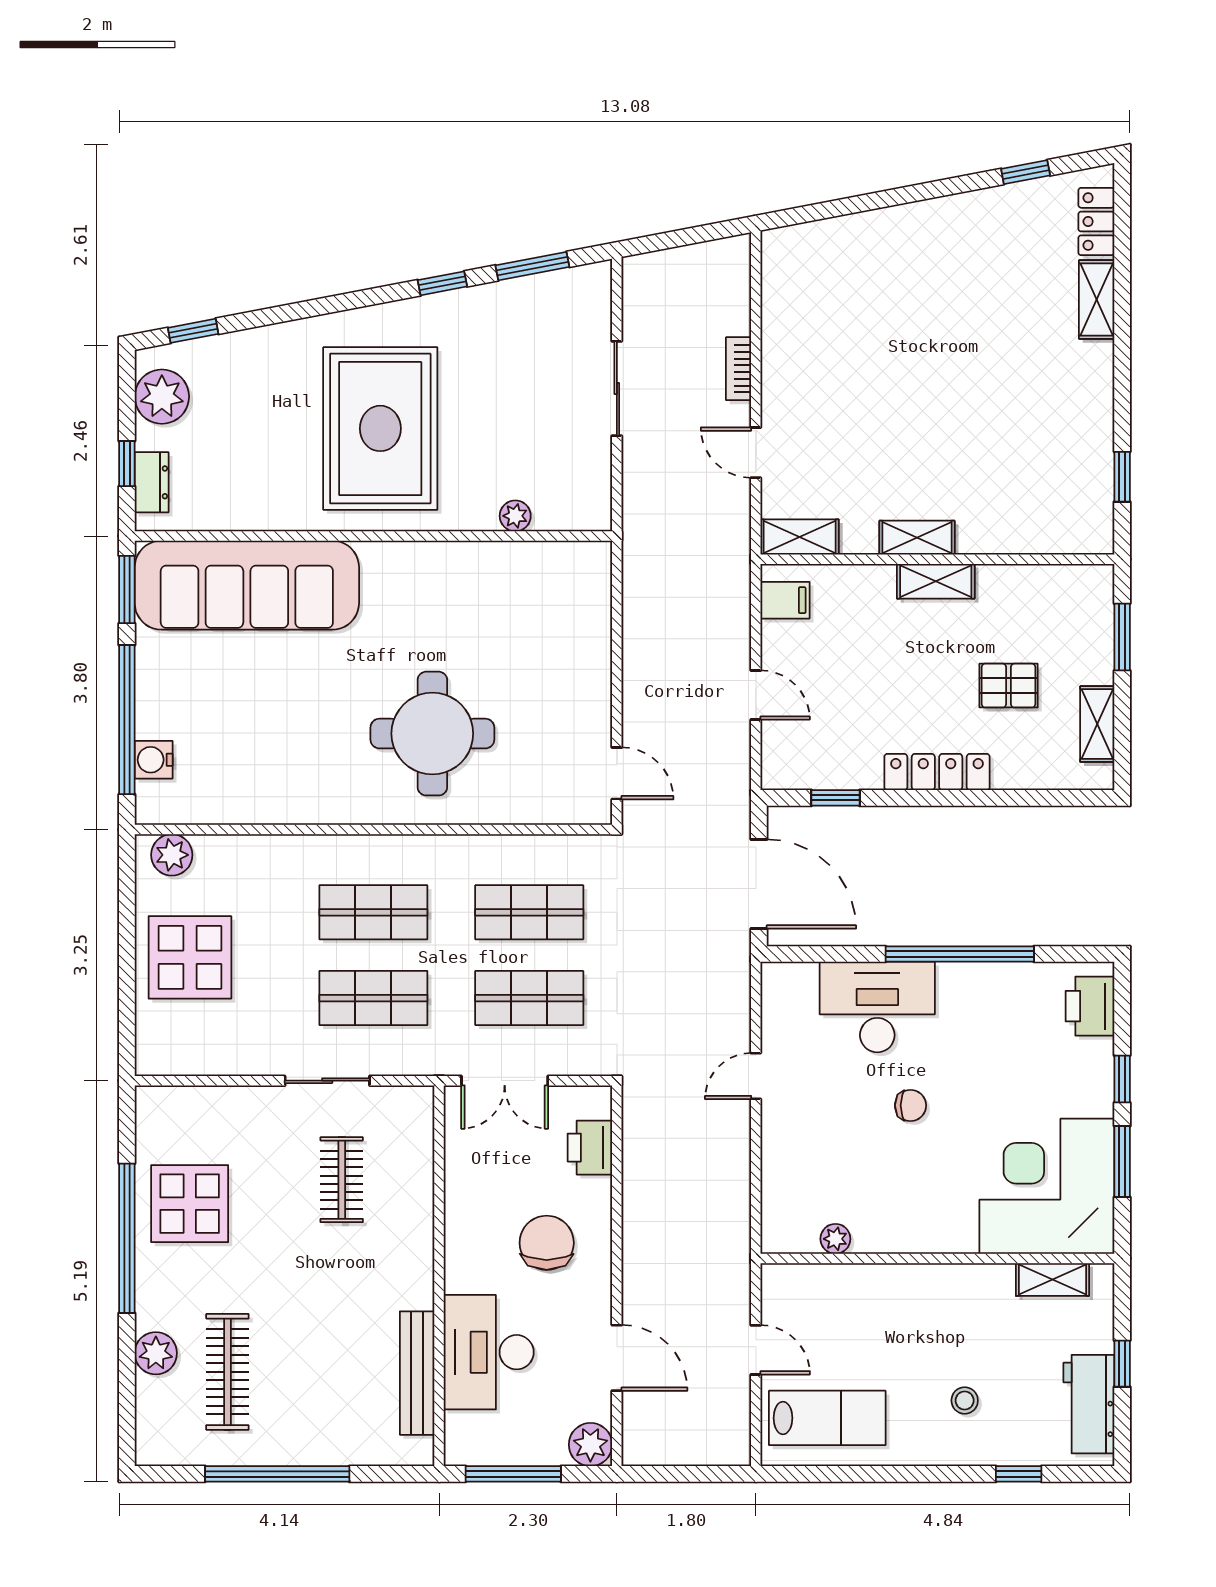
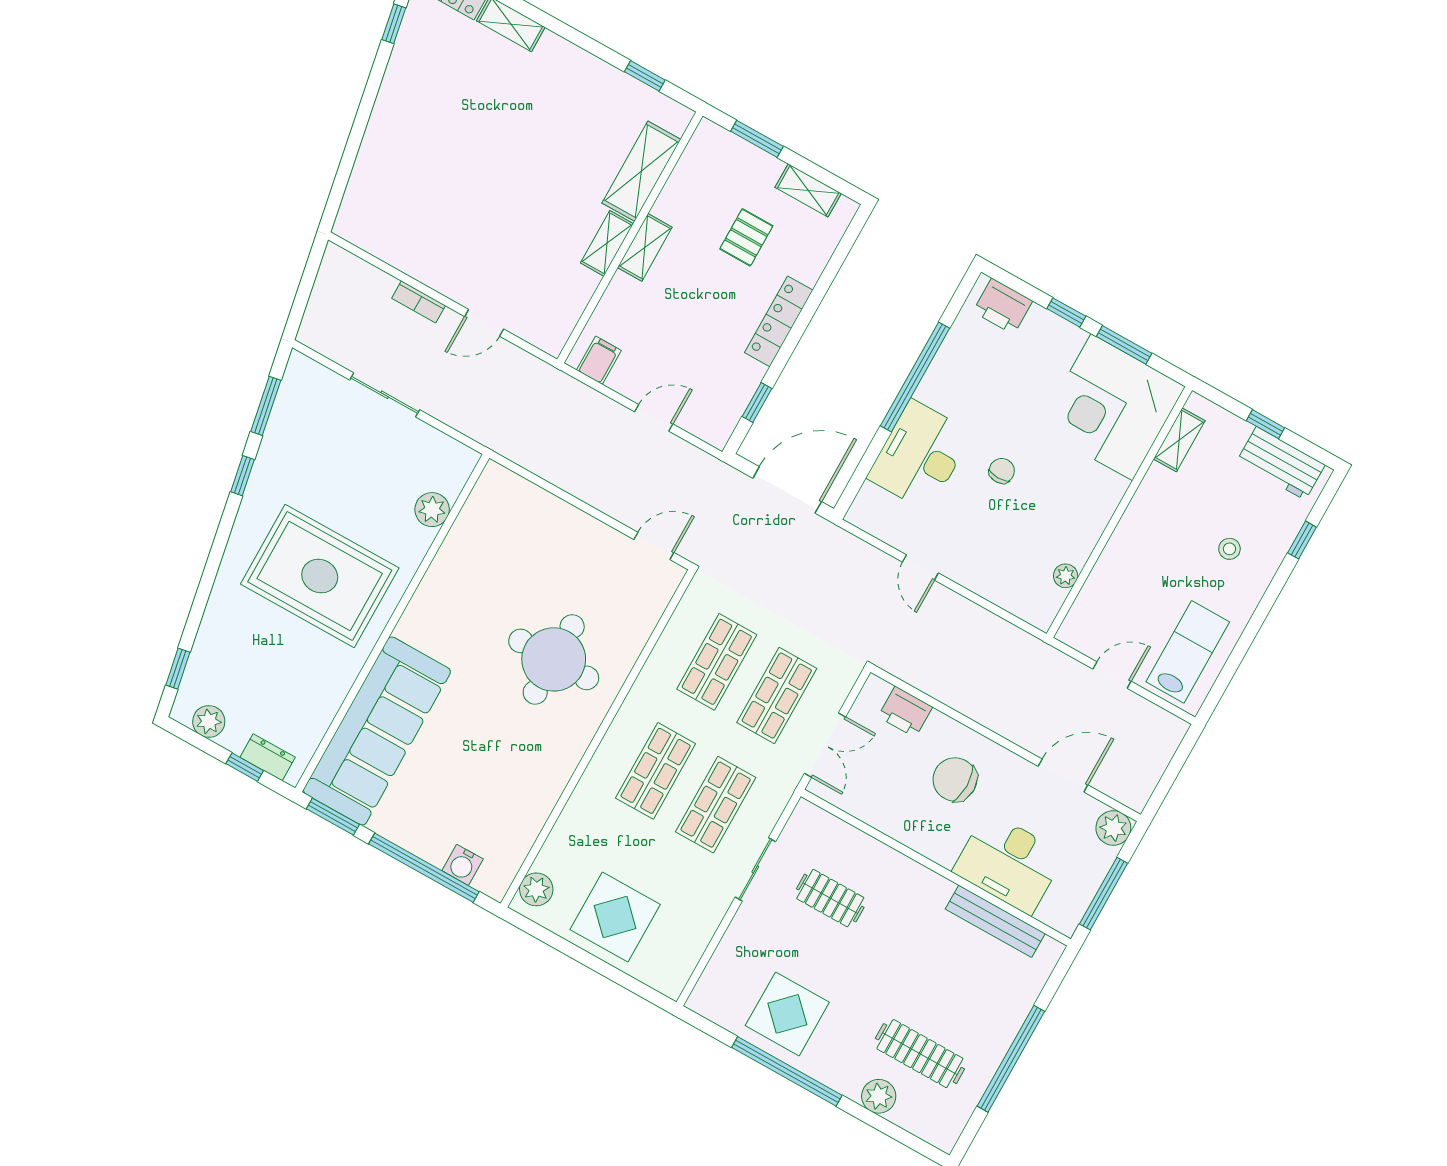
plant: (162, 397) -> (209, 721), width x0.73, depth x0.73
plant: (515, 516) -> (432, 510), width x1.38, depth x1.38
shelving: (800, 537) -> (641, 171), moved, width x1.50, depth x1.33

